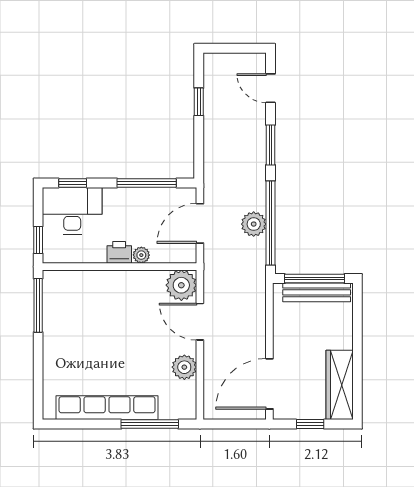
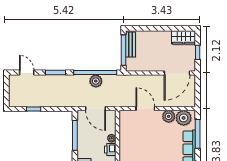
door: (270, 88) -> (27, 73), swing flipped
plant: (181, 285) -> (184, 118), moved
bench: (317, 292) -> (131, 44), width x0.73
door: (200, 322) -> (145, 108), swing flipped
door: (269, 384) -> (177, 73), hinge flipped
wardrobe: (340, 385) -> (184, 37), width x0.67

